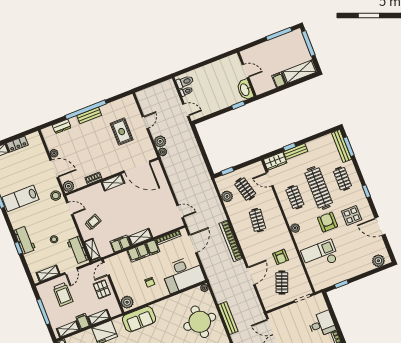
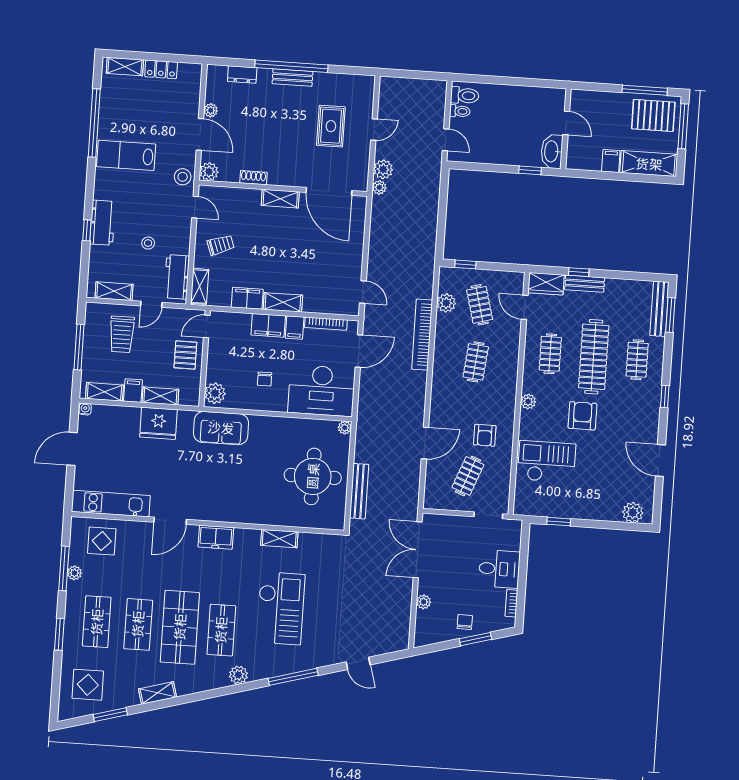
pallet: (290, 45) -> (653, 115), added
display table: (352, 215) -> (625, 423), removed
bookcase: (231, 241) -> (422, 335), moved

